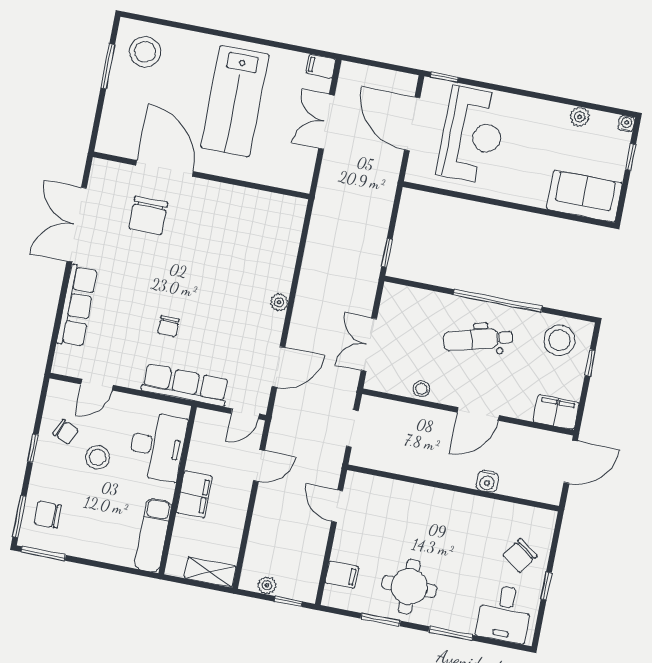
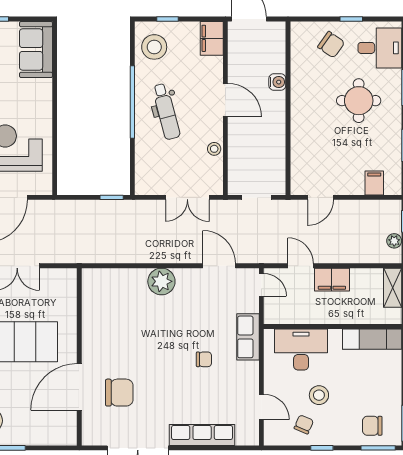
plant: (279, 302) -> (161, 281), width x1.88, depth x1.88
row of seats: (185, 385) -> (248, 337), width x0.68
filing cabinet: (194, 494) -> (332, 280), moved, turned 180
chair: (48, 515) -> (372, 426), turned 90
round table: (409, 587) -> (359, 101), moved

